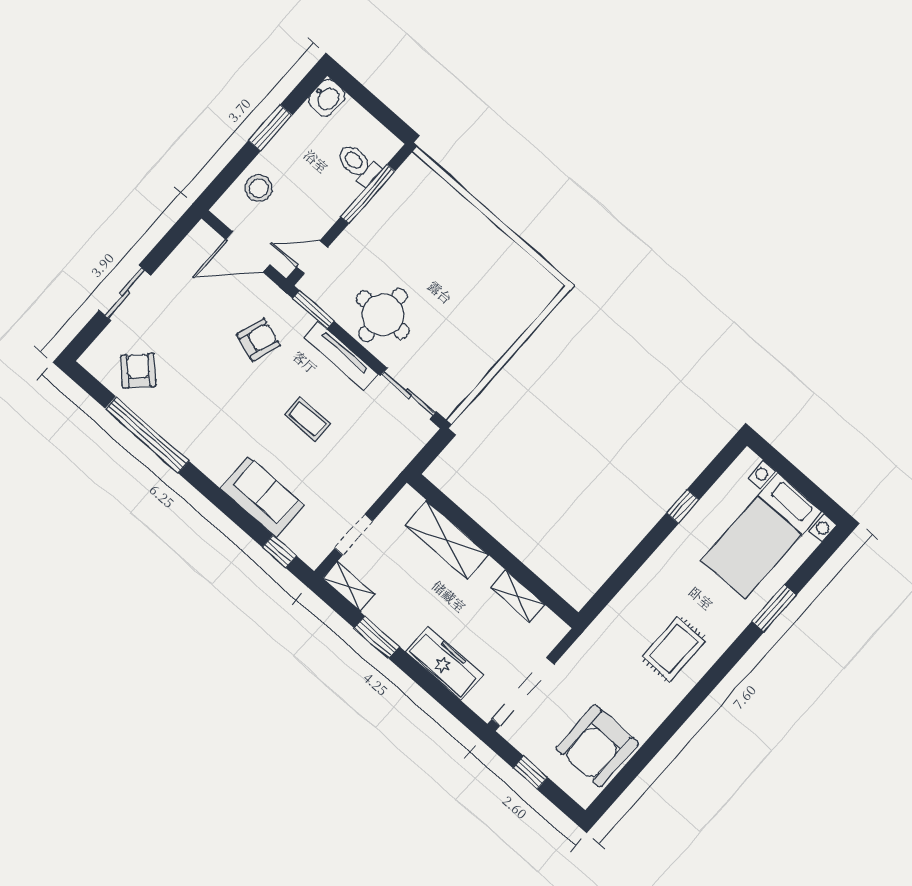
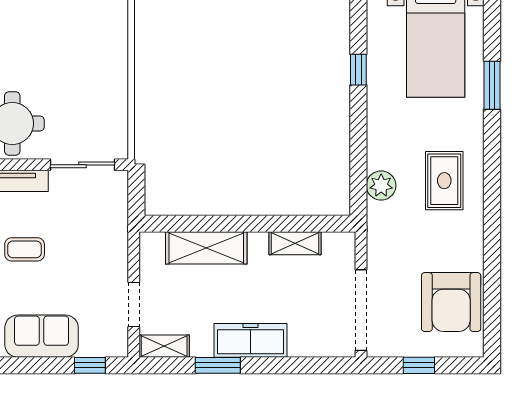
plant: (622, 610) -> (381, 186), added
freezer: (444, 663) -> (250, 340), moved

